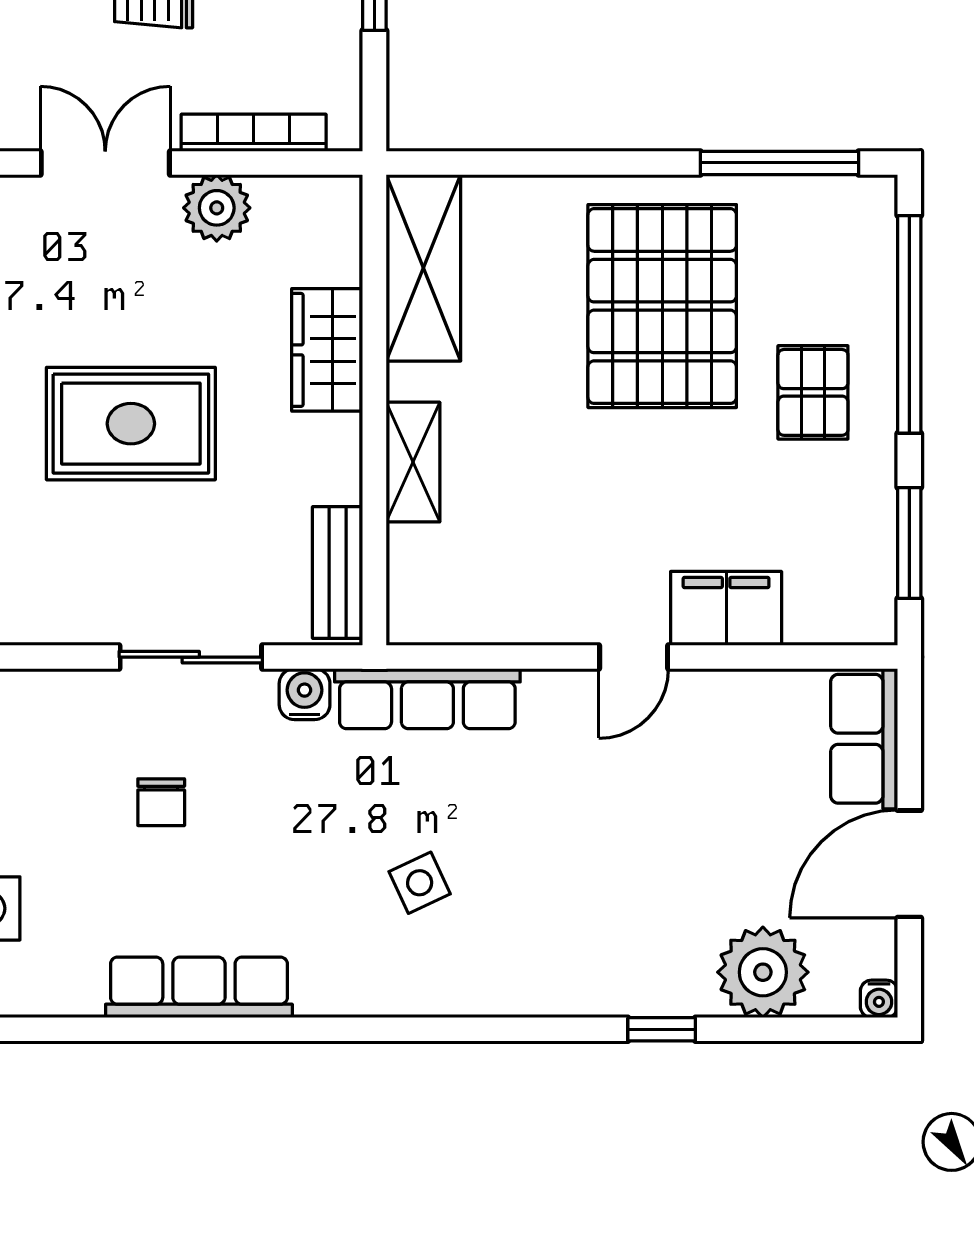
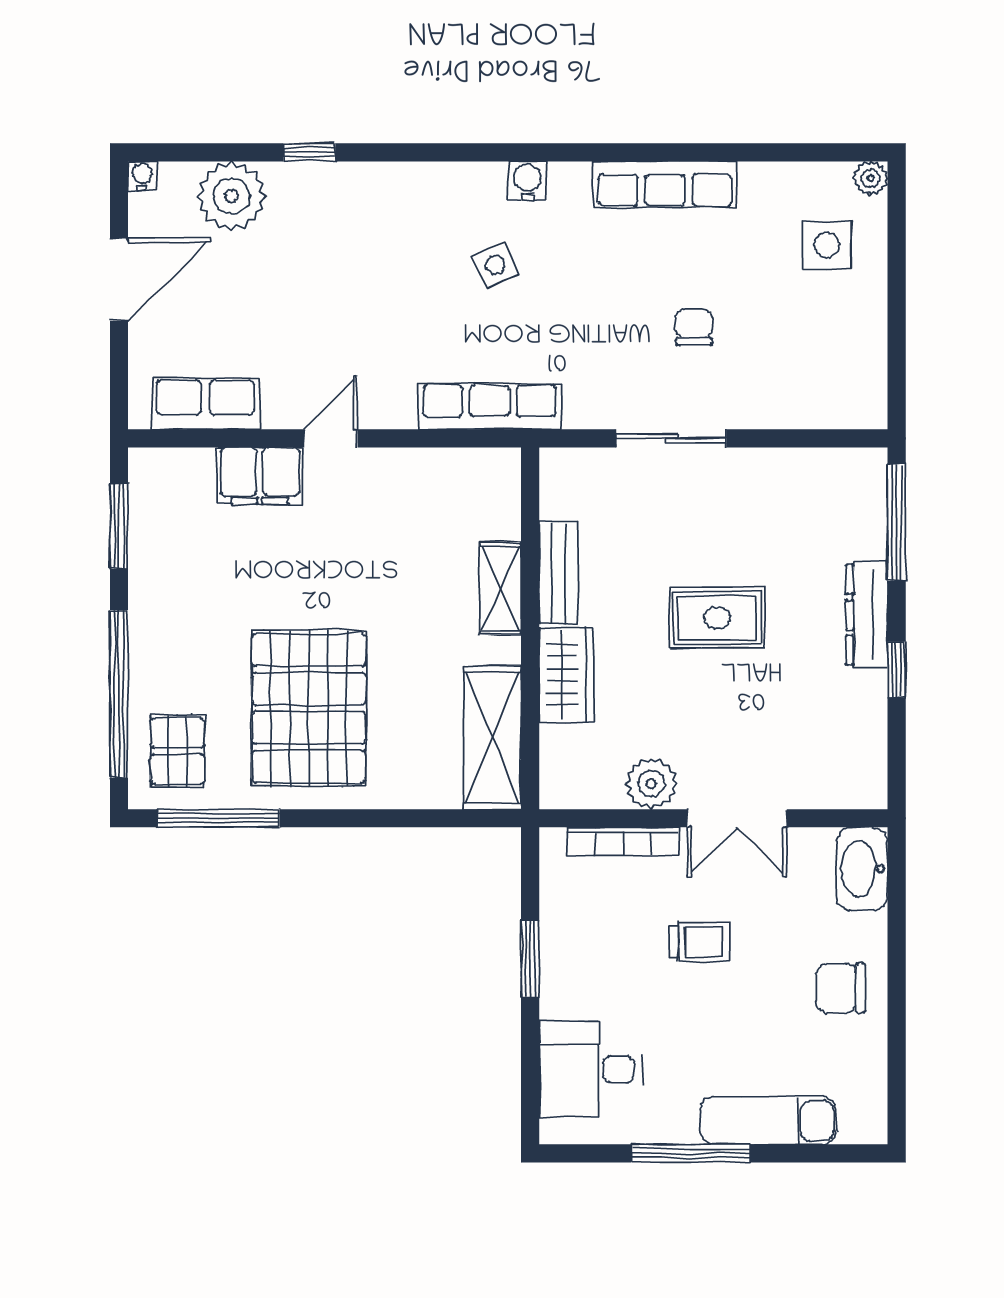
pallet: (813, 392) -> (178, 751), moved
rug: (131, 424) -> (717, 618), width x0.73, depth x0.70
bench: (338, 572) -> (558, 573), moved
water cooler: (305, 694) -> (527, 181), moved, turned 180
row of seats: (864, 739) -> (205, 404), moved, turned -90

